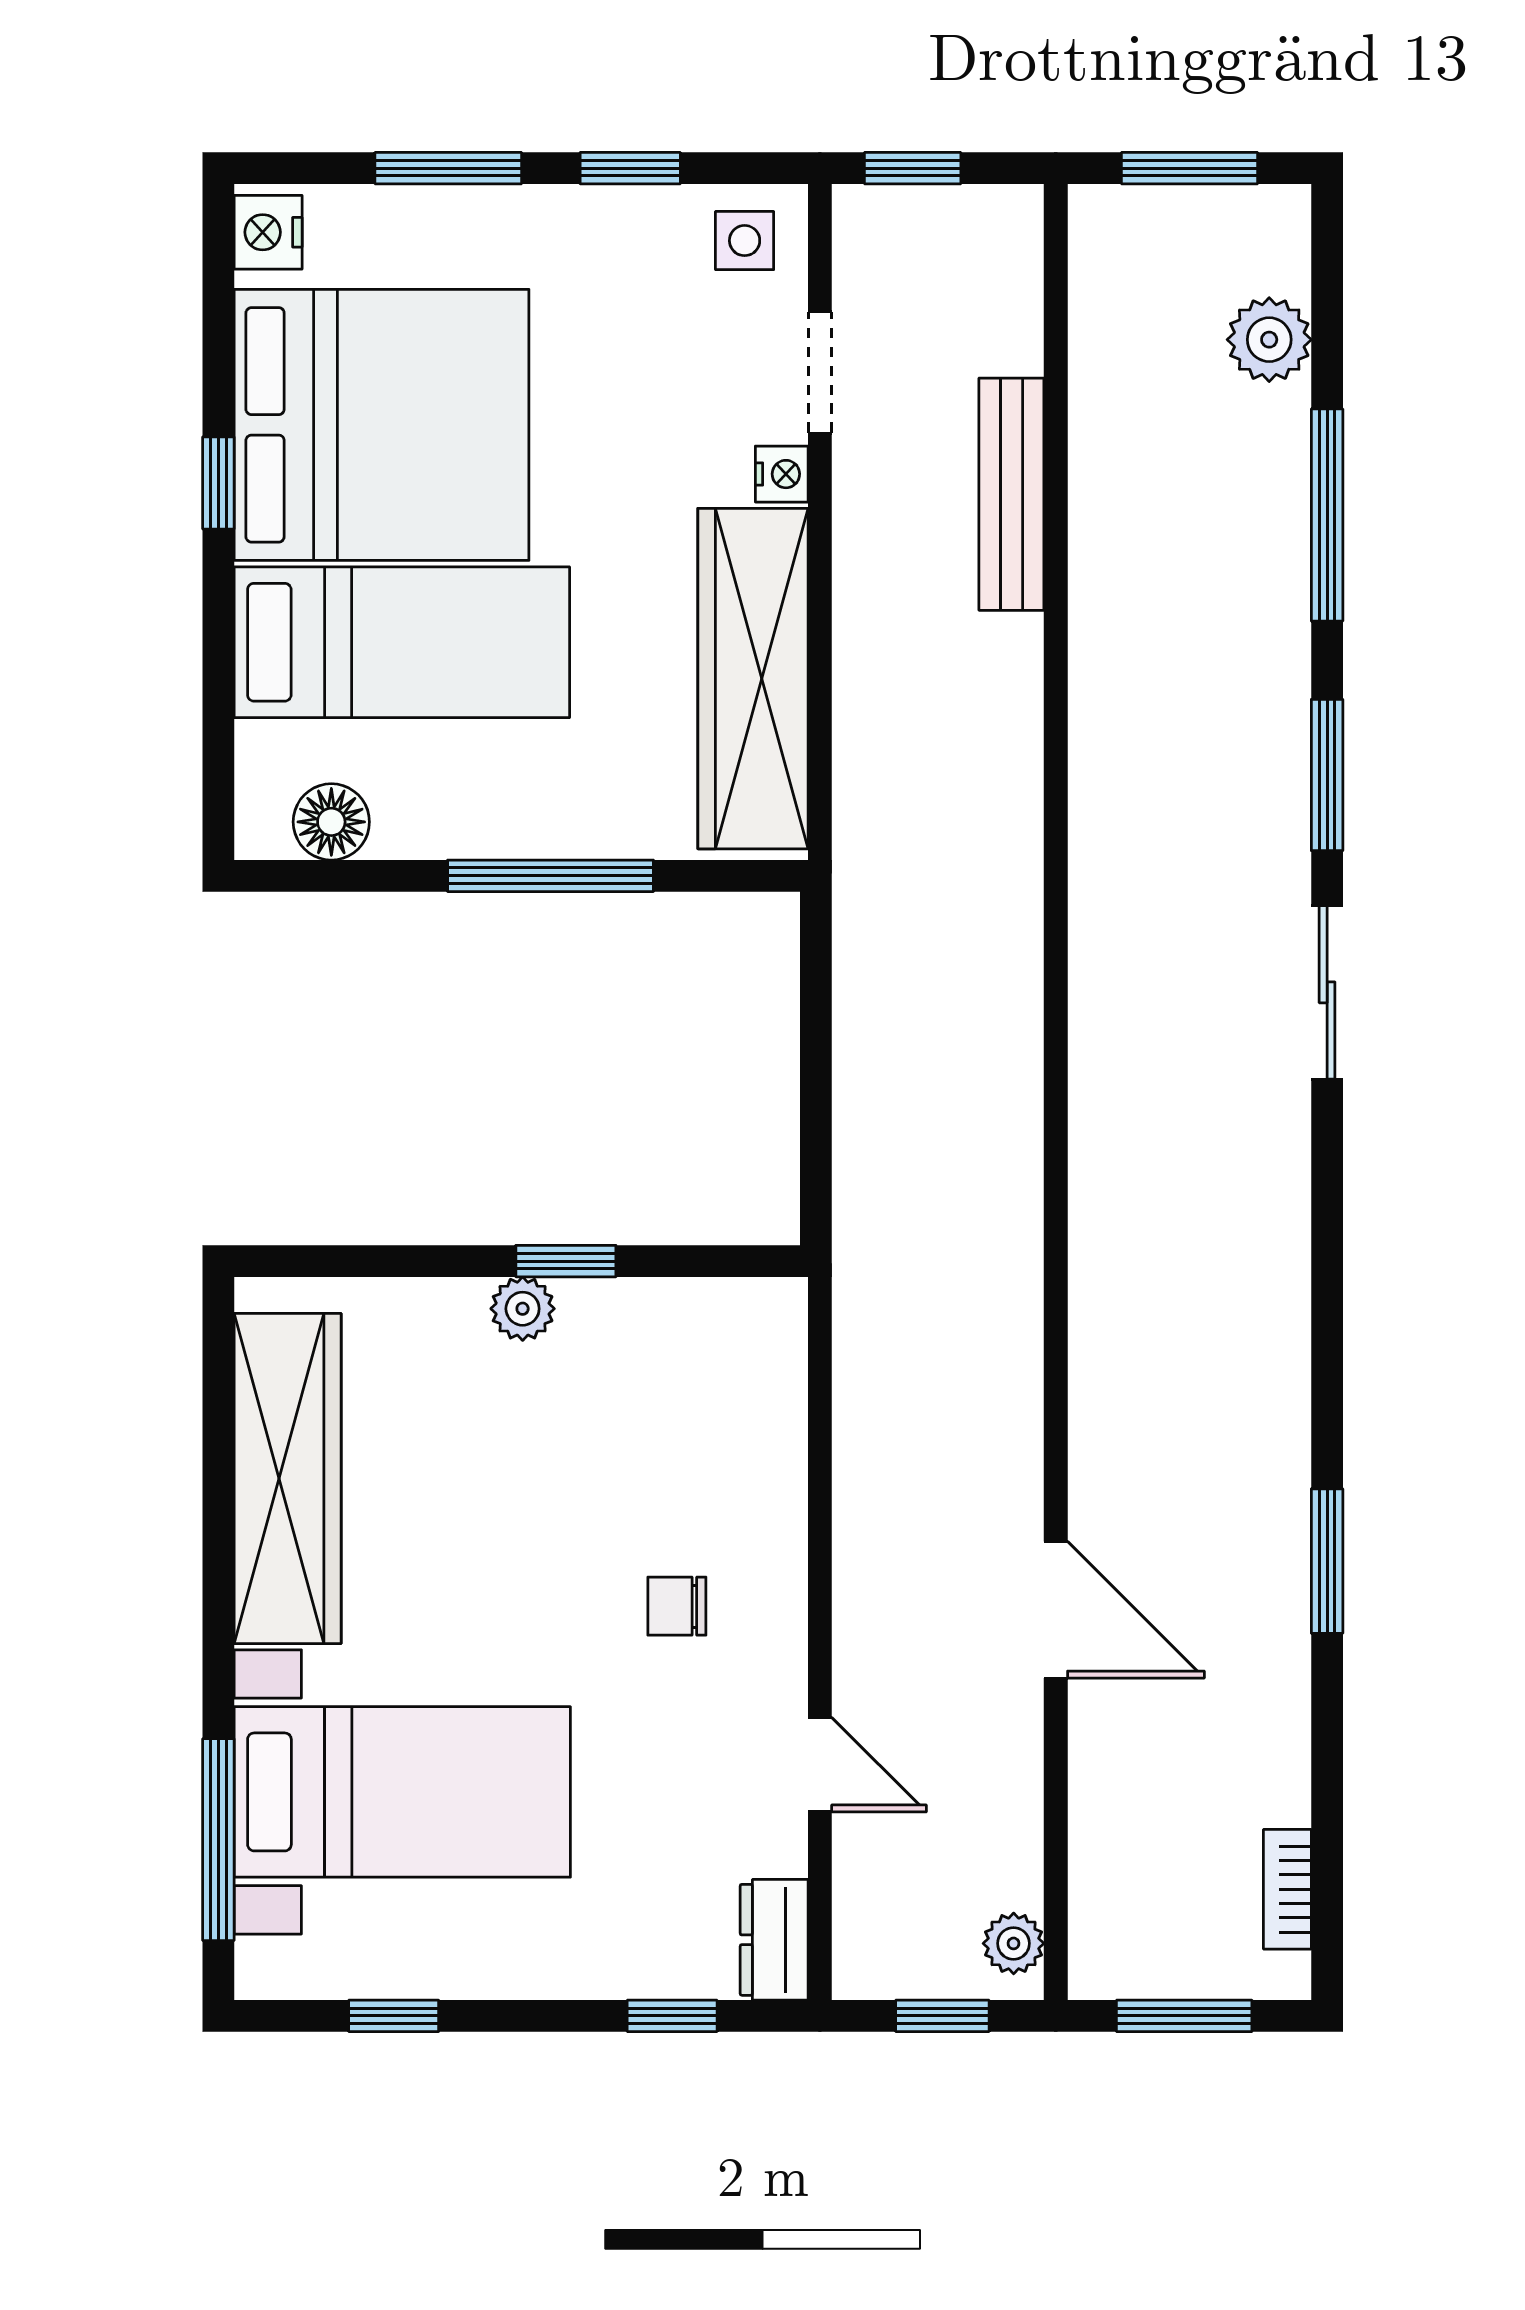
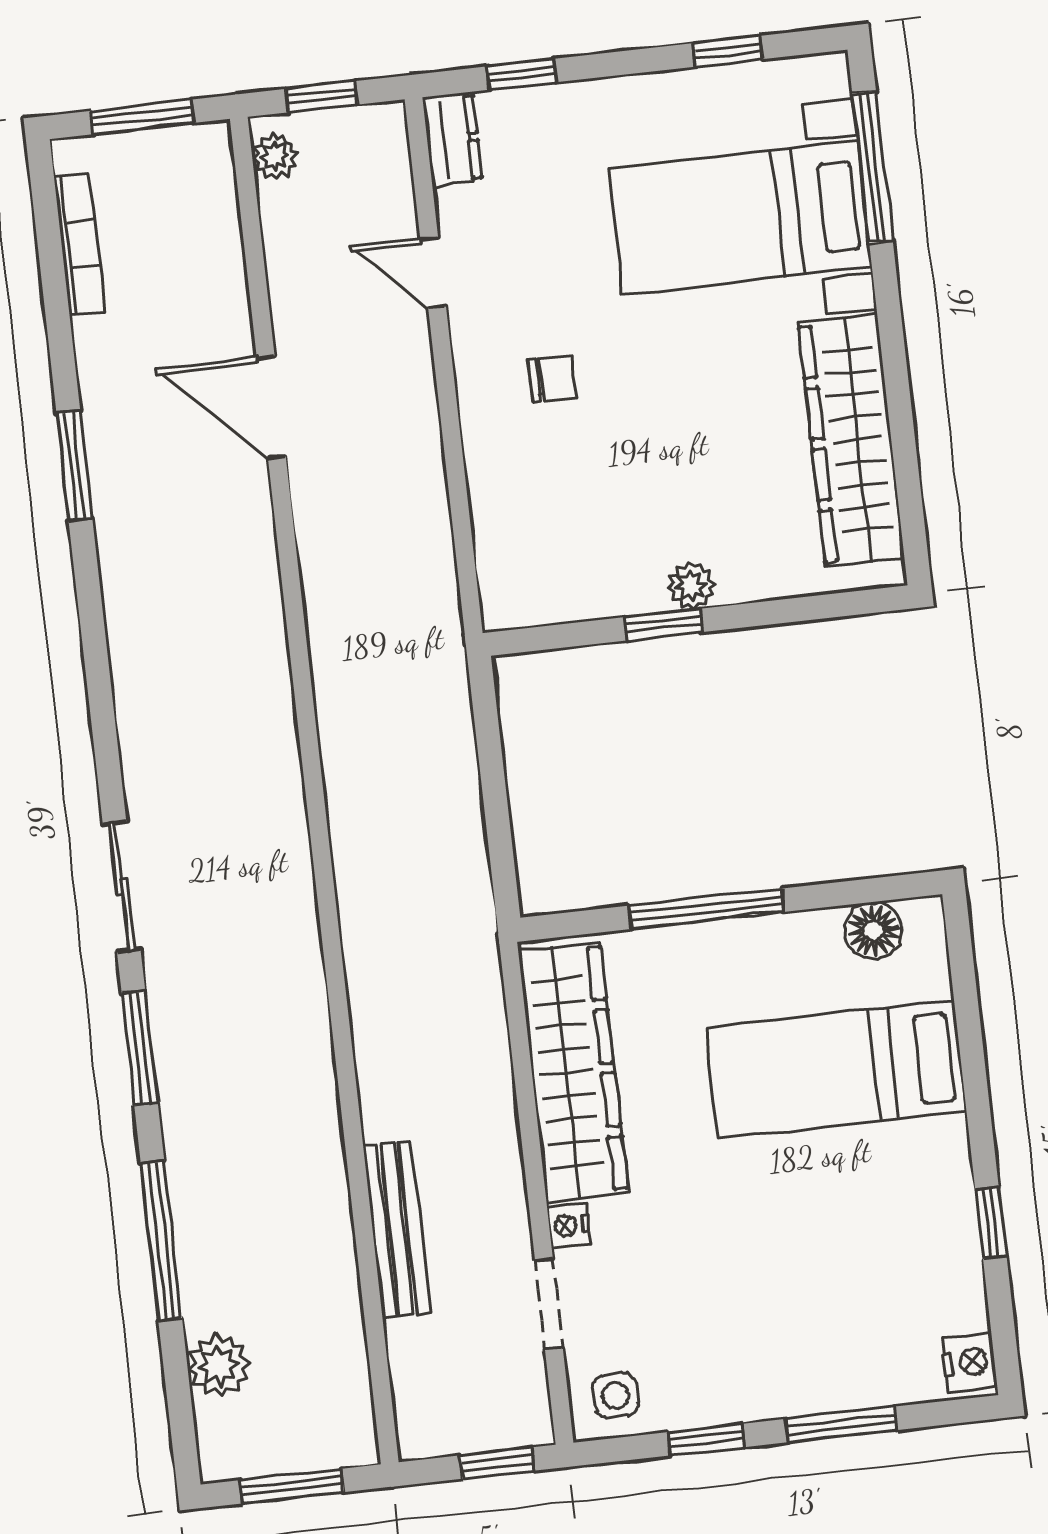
bed: (382, 425) -> (869, 1229), removed
window: (218, 483) -> (991, 1223), moved
bookcase: (1287, 1889) -> (79, 244), width x1.56

